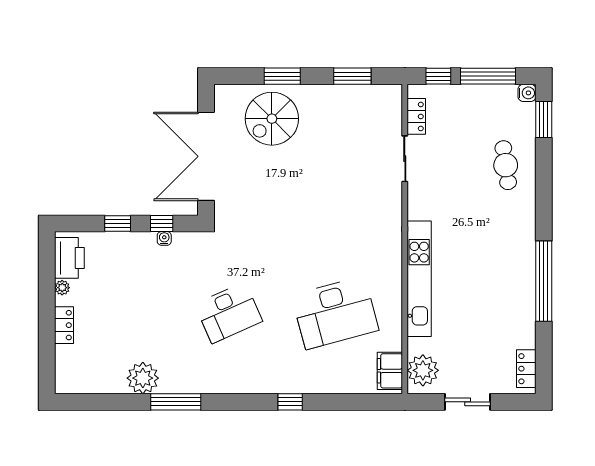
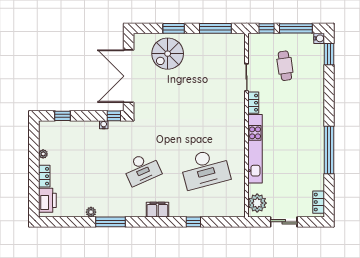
window: (352, 76) -> (215, 28), width x1.44
locker: (416, 116) -> (253, 103), moved
cafe table: (506, 165) -> (285, 66), moved
window: (118, 223) -> (63, 116), moved
window: (162, 223) -> (114, 116), moved
printer: (69, 258) -> (47, 200), moved
filing cabinet: (390, 371) -> (157, 210), moved, turned 90
plant: (143, 378) -> (91, 212), width x0.53, depth x0.53
window: (290, 402) -> (193, 222), moved

